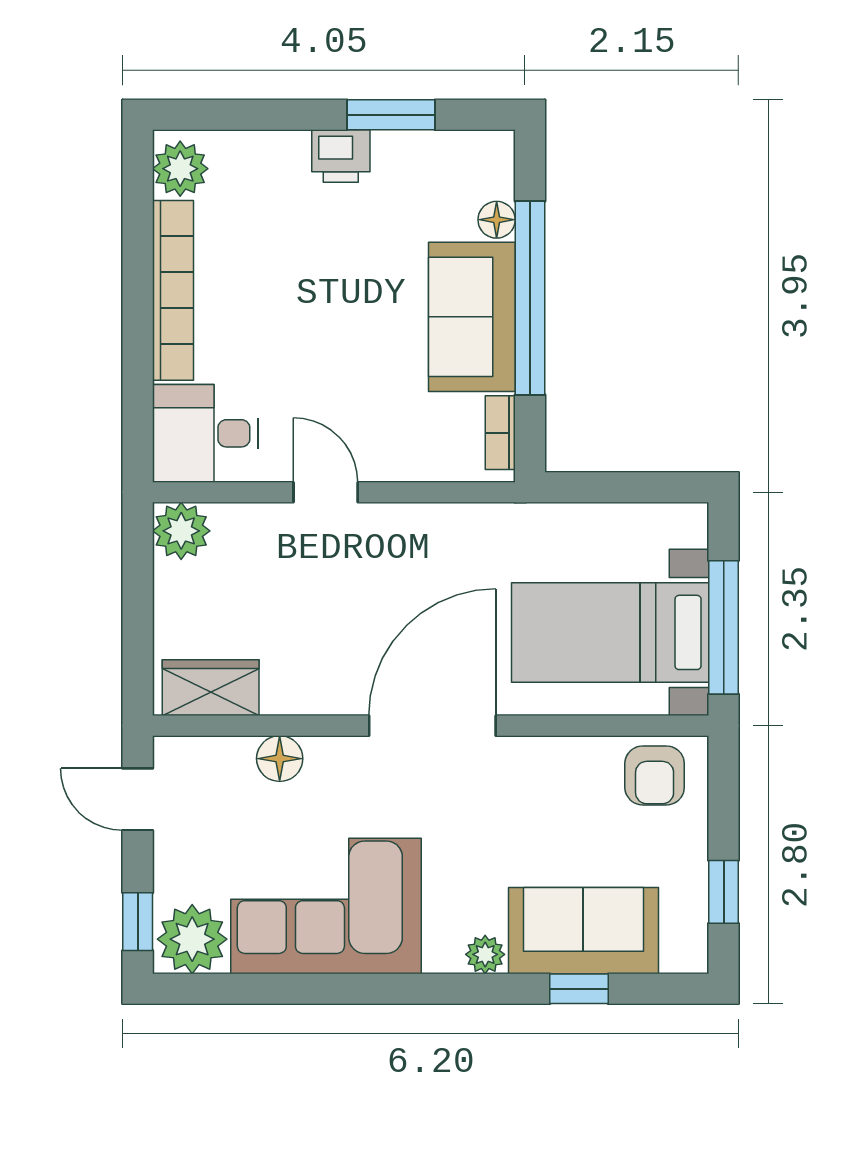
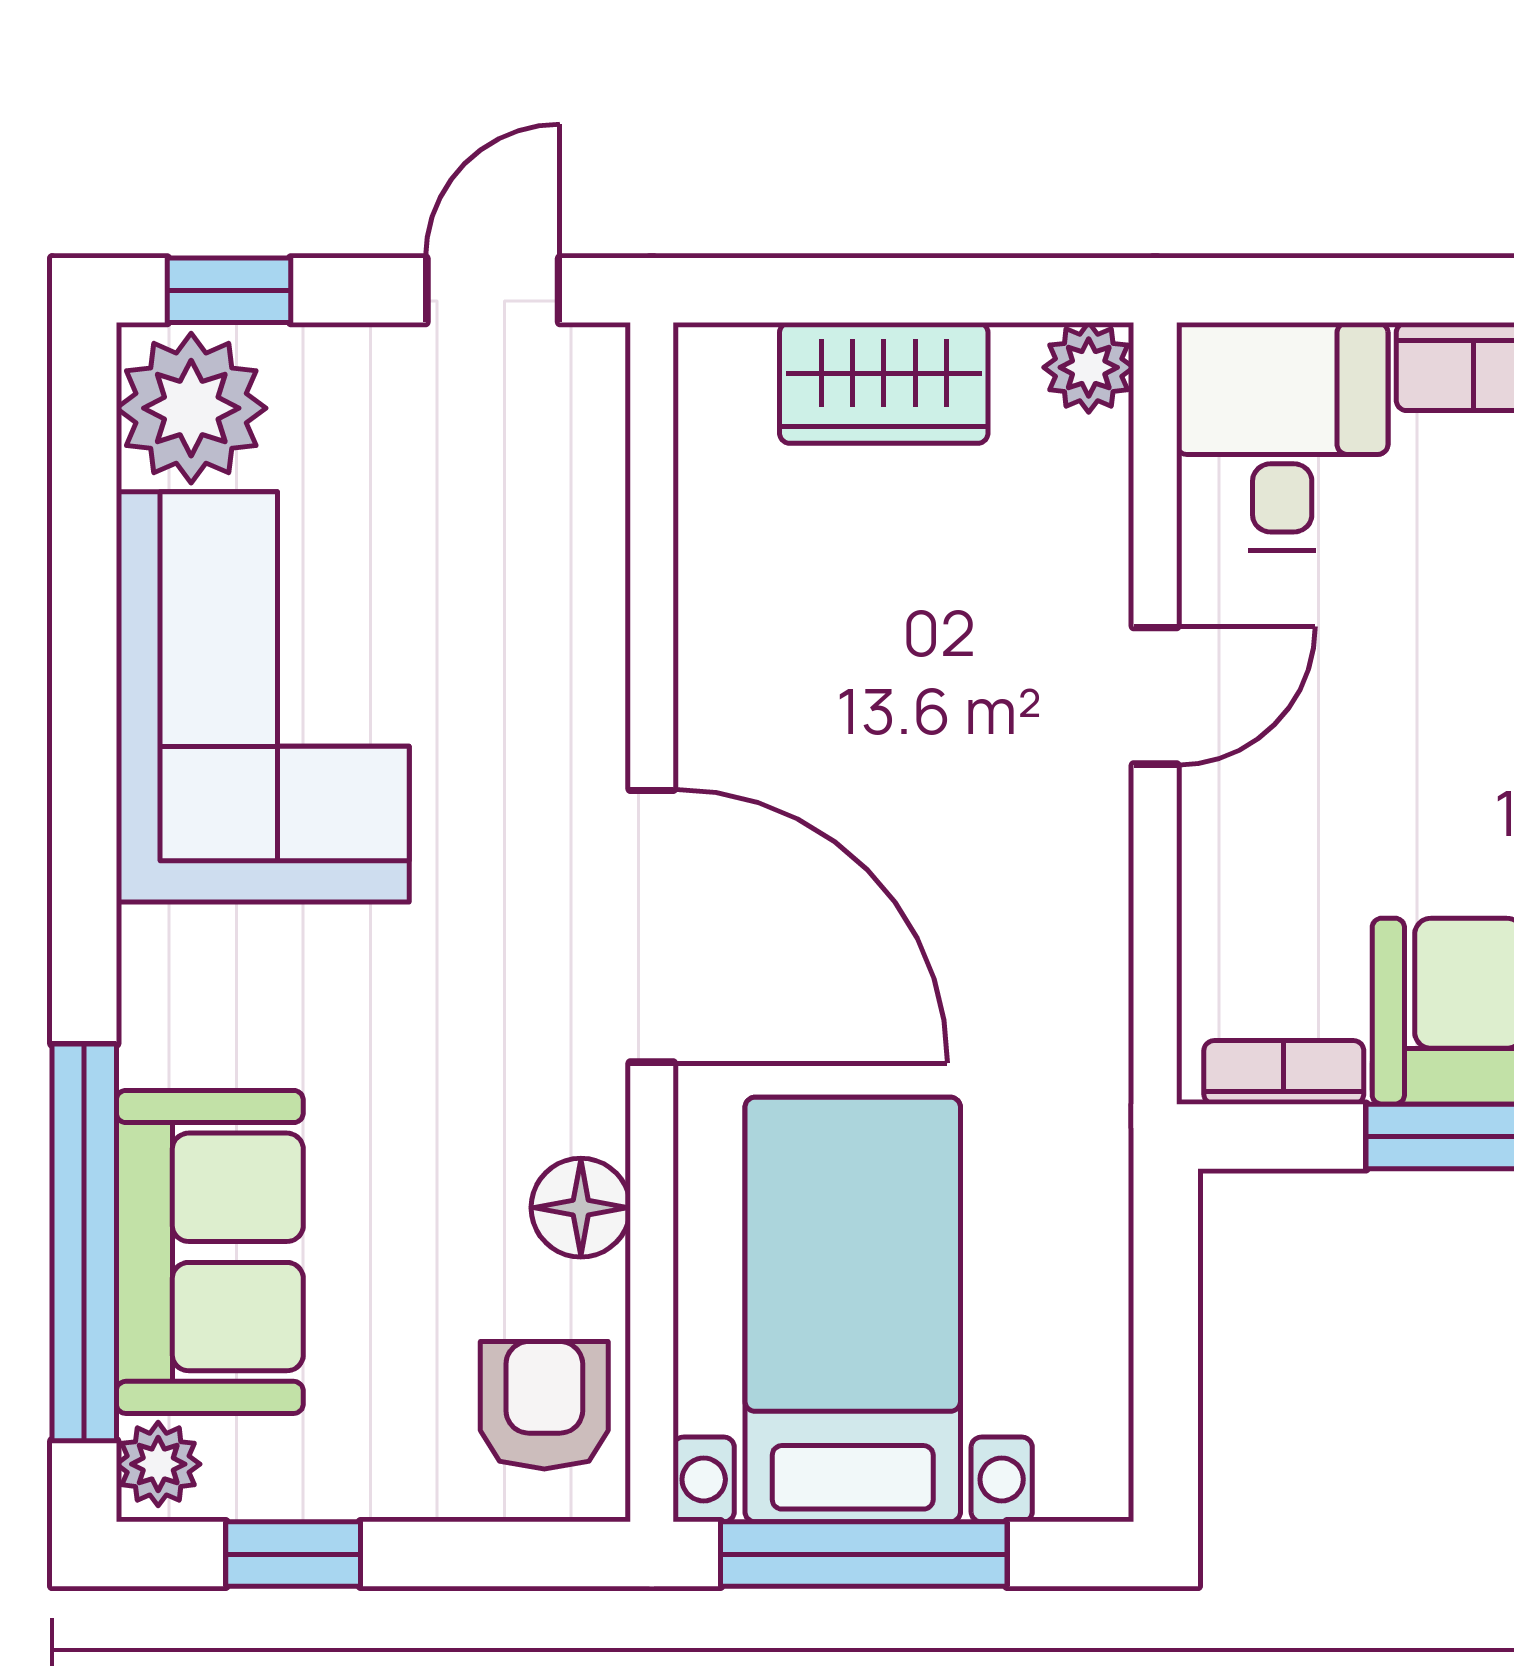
plant: (181, 531) -> (1089, 367), width x0.73, depth x0.73
wardrobe: (211, 688) -> (884, 383), moved, turned 90
floor lamp: (280, 759) -> (581, 1208), moved
armchair: (655, 775) -> (544, 1405), turned 90
plant: (485, 954) -> (158, 1464), moved
window: (579, 989) -> (84, 1242), width x3.17

